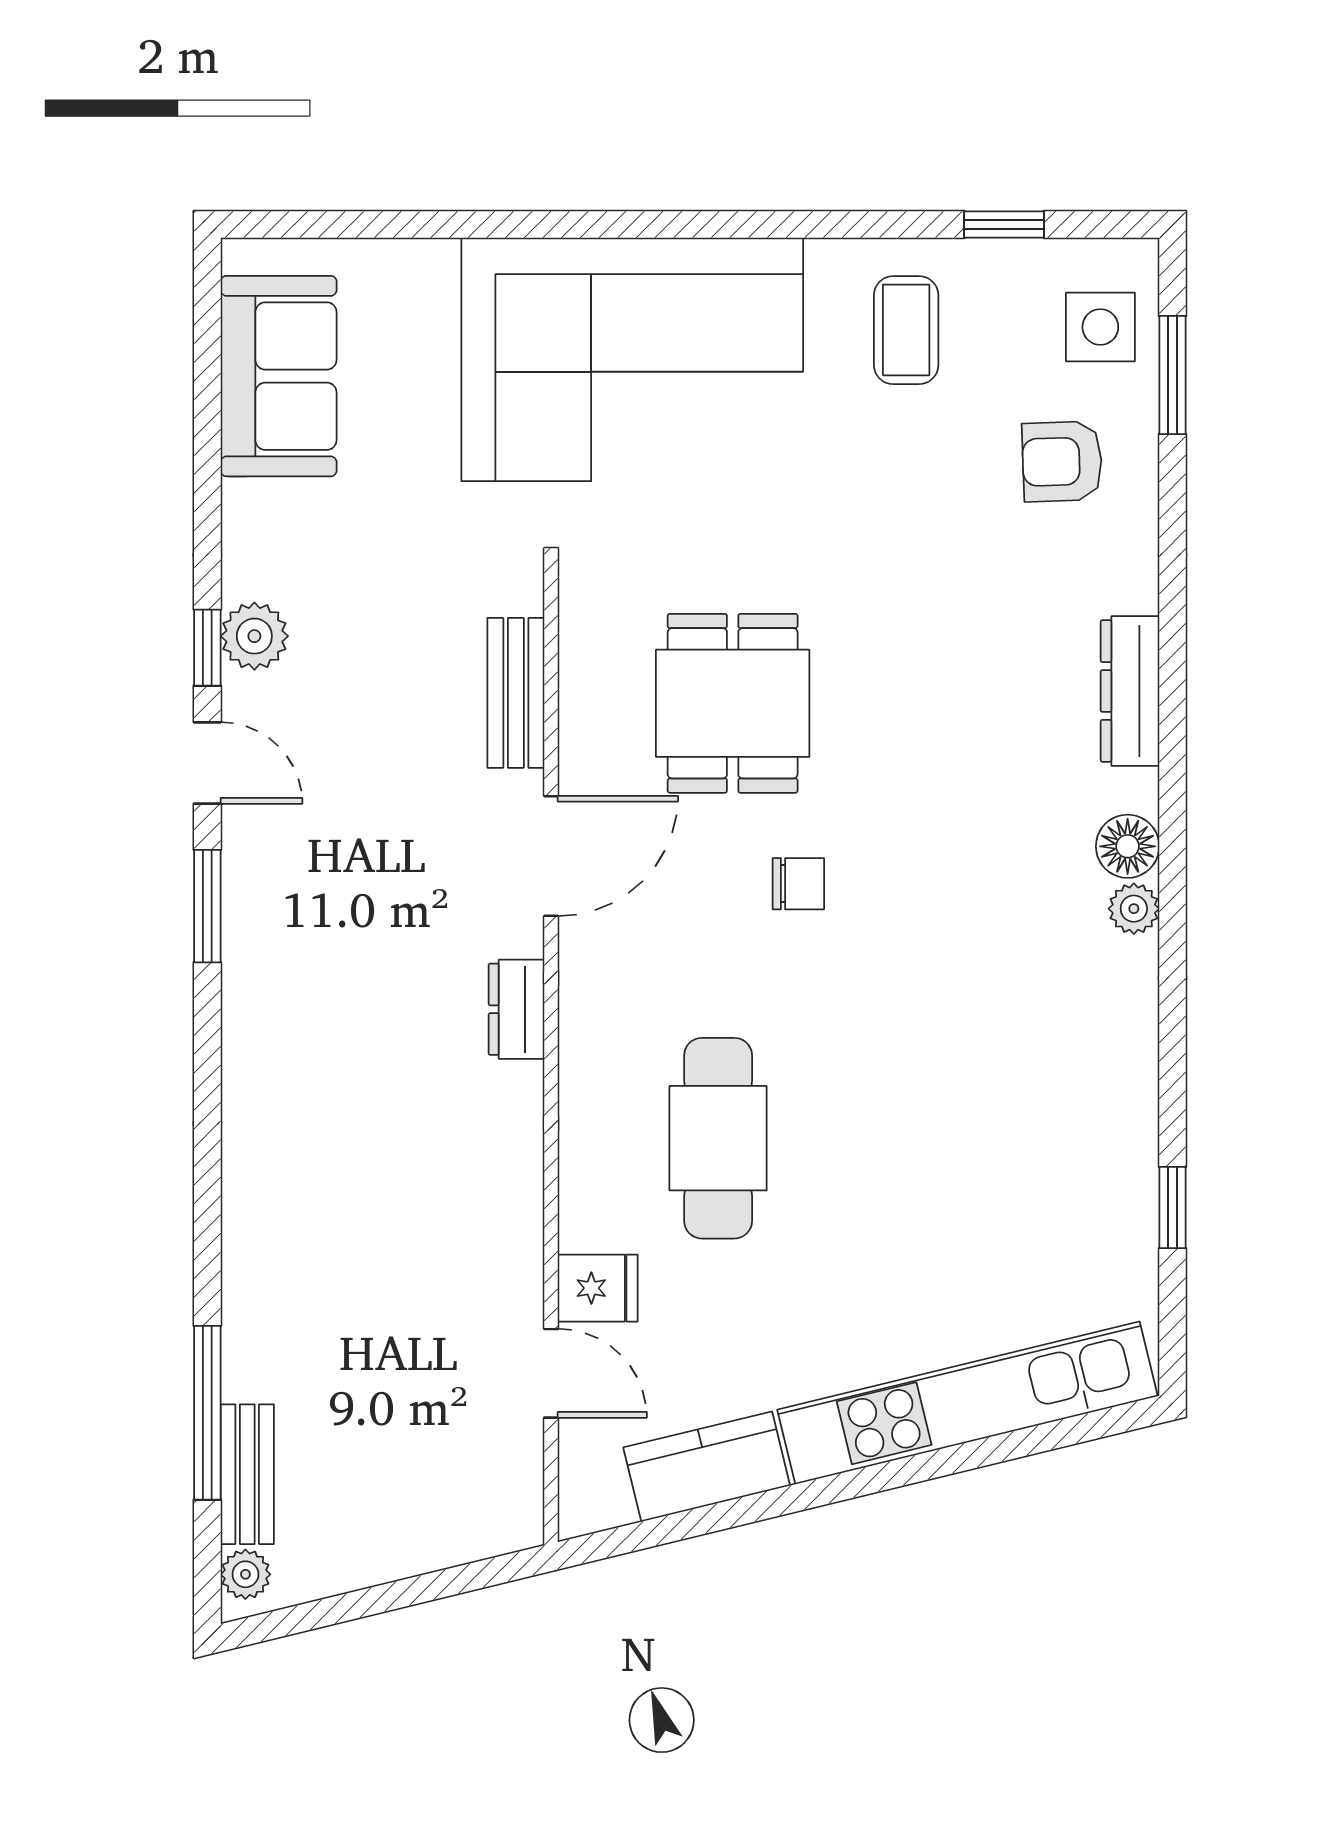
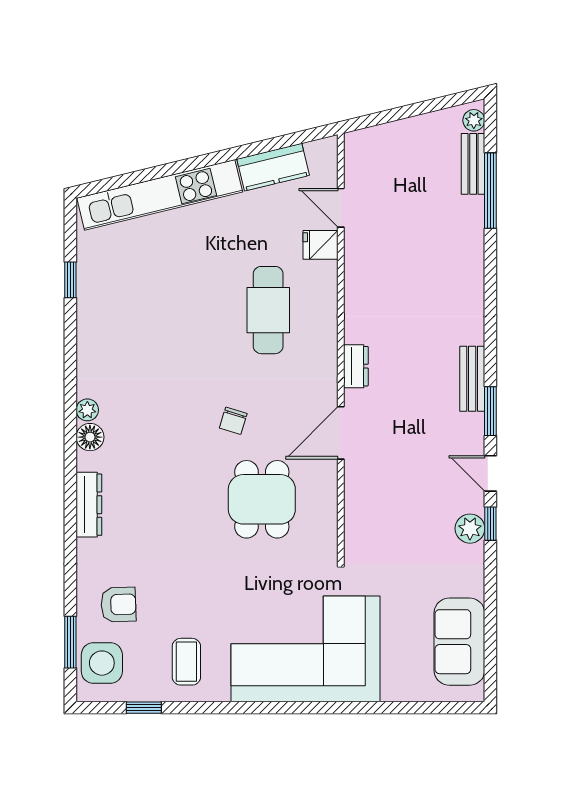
side table: (1100, 327) -> (102, 663), width x1.37, depth x1.37
bench: (516, 693) -> (472, 379), moved
chair: (798, 884) -> (233, 421), turned -73

